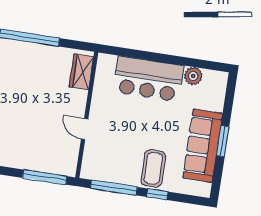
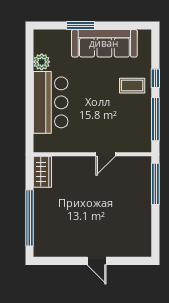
wardrobe: (81, 72) -> (42, 172), moved, turned -90
window: (223, 141) -> (81, 26), moved
coffee table: (153, 168) -> (132, 86), width x0.73, depth x0.77

